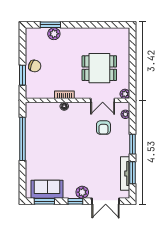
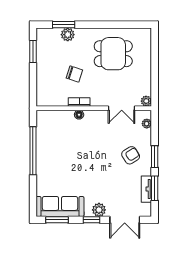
chair: (35, 66) -> (74, 74), moved
dining table: (99, 68) -> (113, 54), moved
window: (23, 75) -> (33, 51), moved
armchair: (103, 128) -> (131, 155), moved, turned -122
tv unit: (125, 173) -> (146, 189), width x0.71
sofa: (47, 189) -> (60, 206), width x1.36

